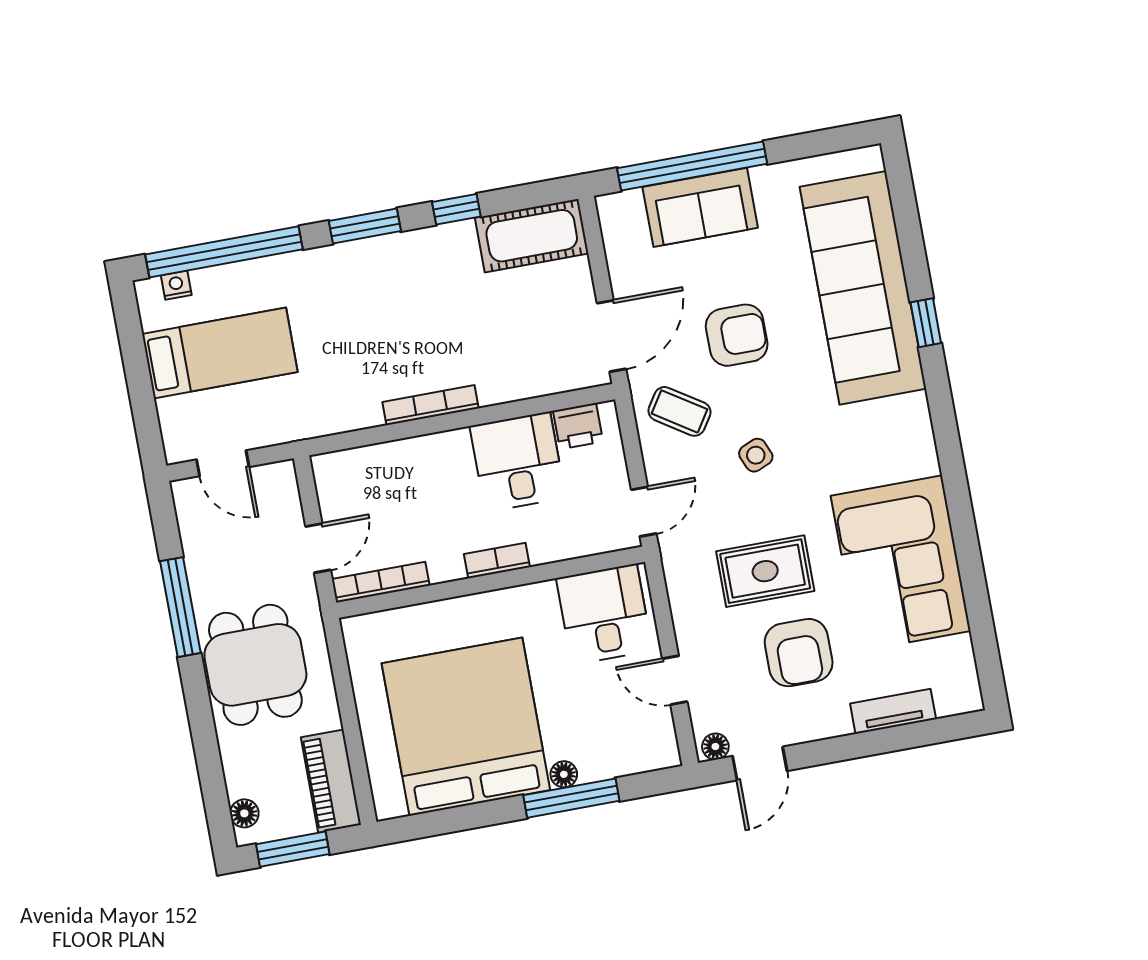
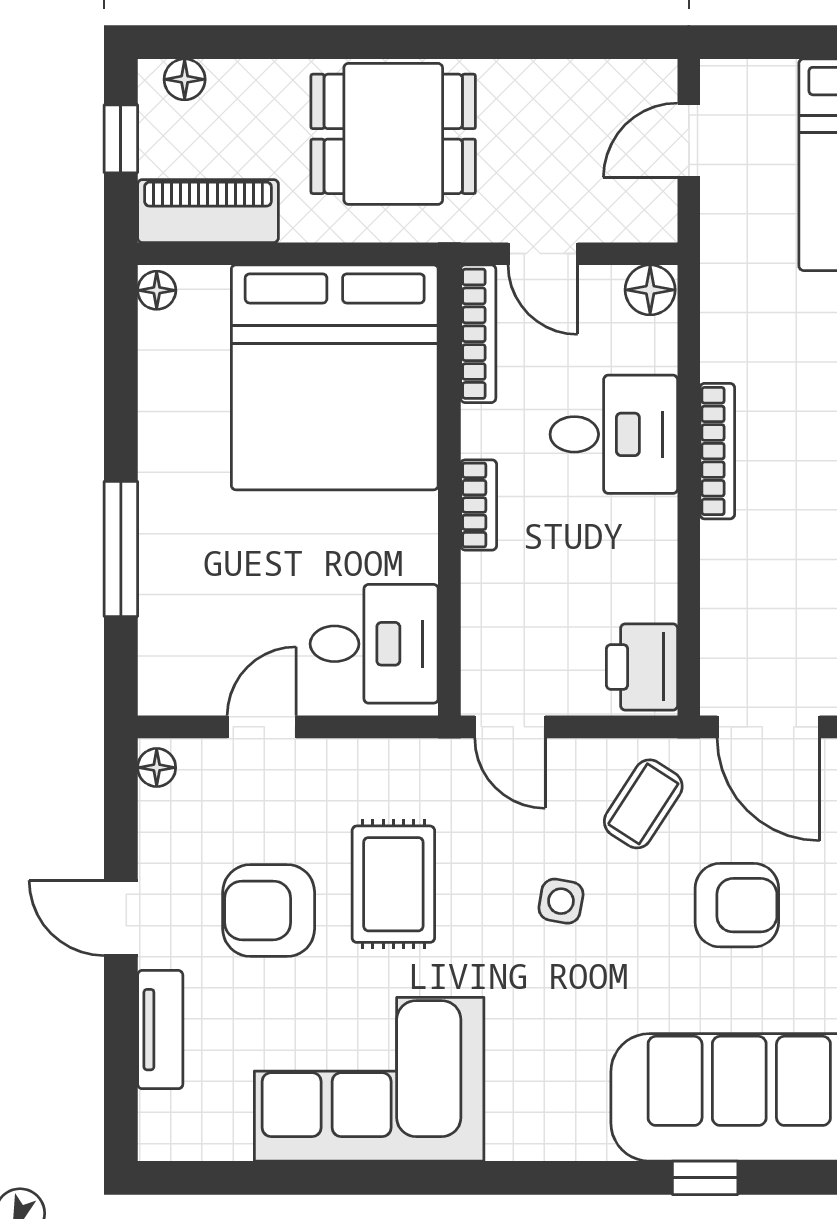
armchair: (737, 335) -> (737, 905), turned -90
printer: (578, 426) -> (642, 667), width x1.36, depth x1.24
side table: (756, 455) -> (561, 901), turned 33
desk: (518, 462) -> (614, 434), moved
floor lamp: (329, 471) -> (650, 290), added
window: (180, 607) -> (495, 42), removed
bed: (466, 727) -> (335, 377), moved, turned 90
door: (760, 763) -> (121, 918), moved
floor lamp: (564, 774) -> (157, 290), moved
window: (293, 849) -> (121, 139), width x0.67

